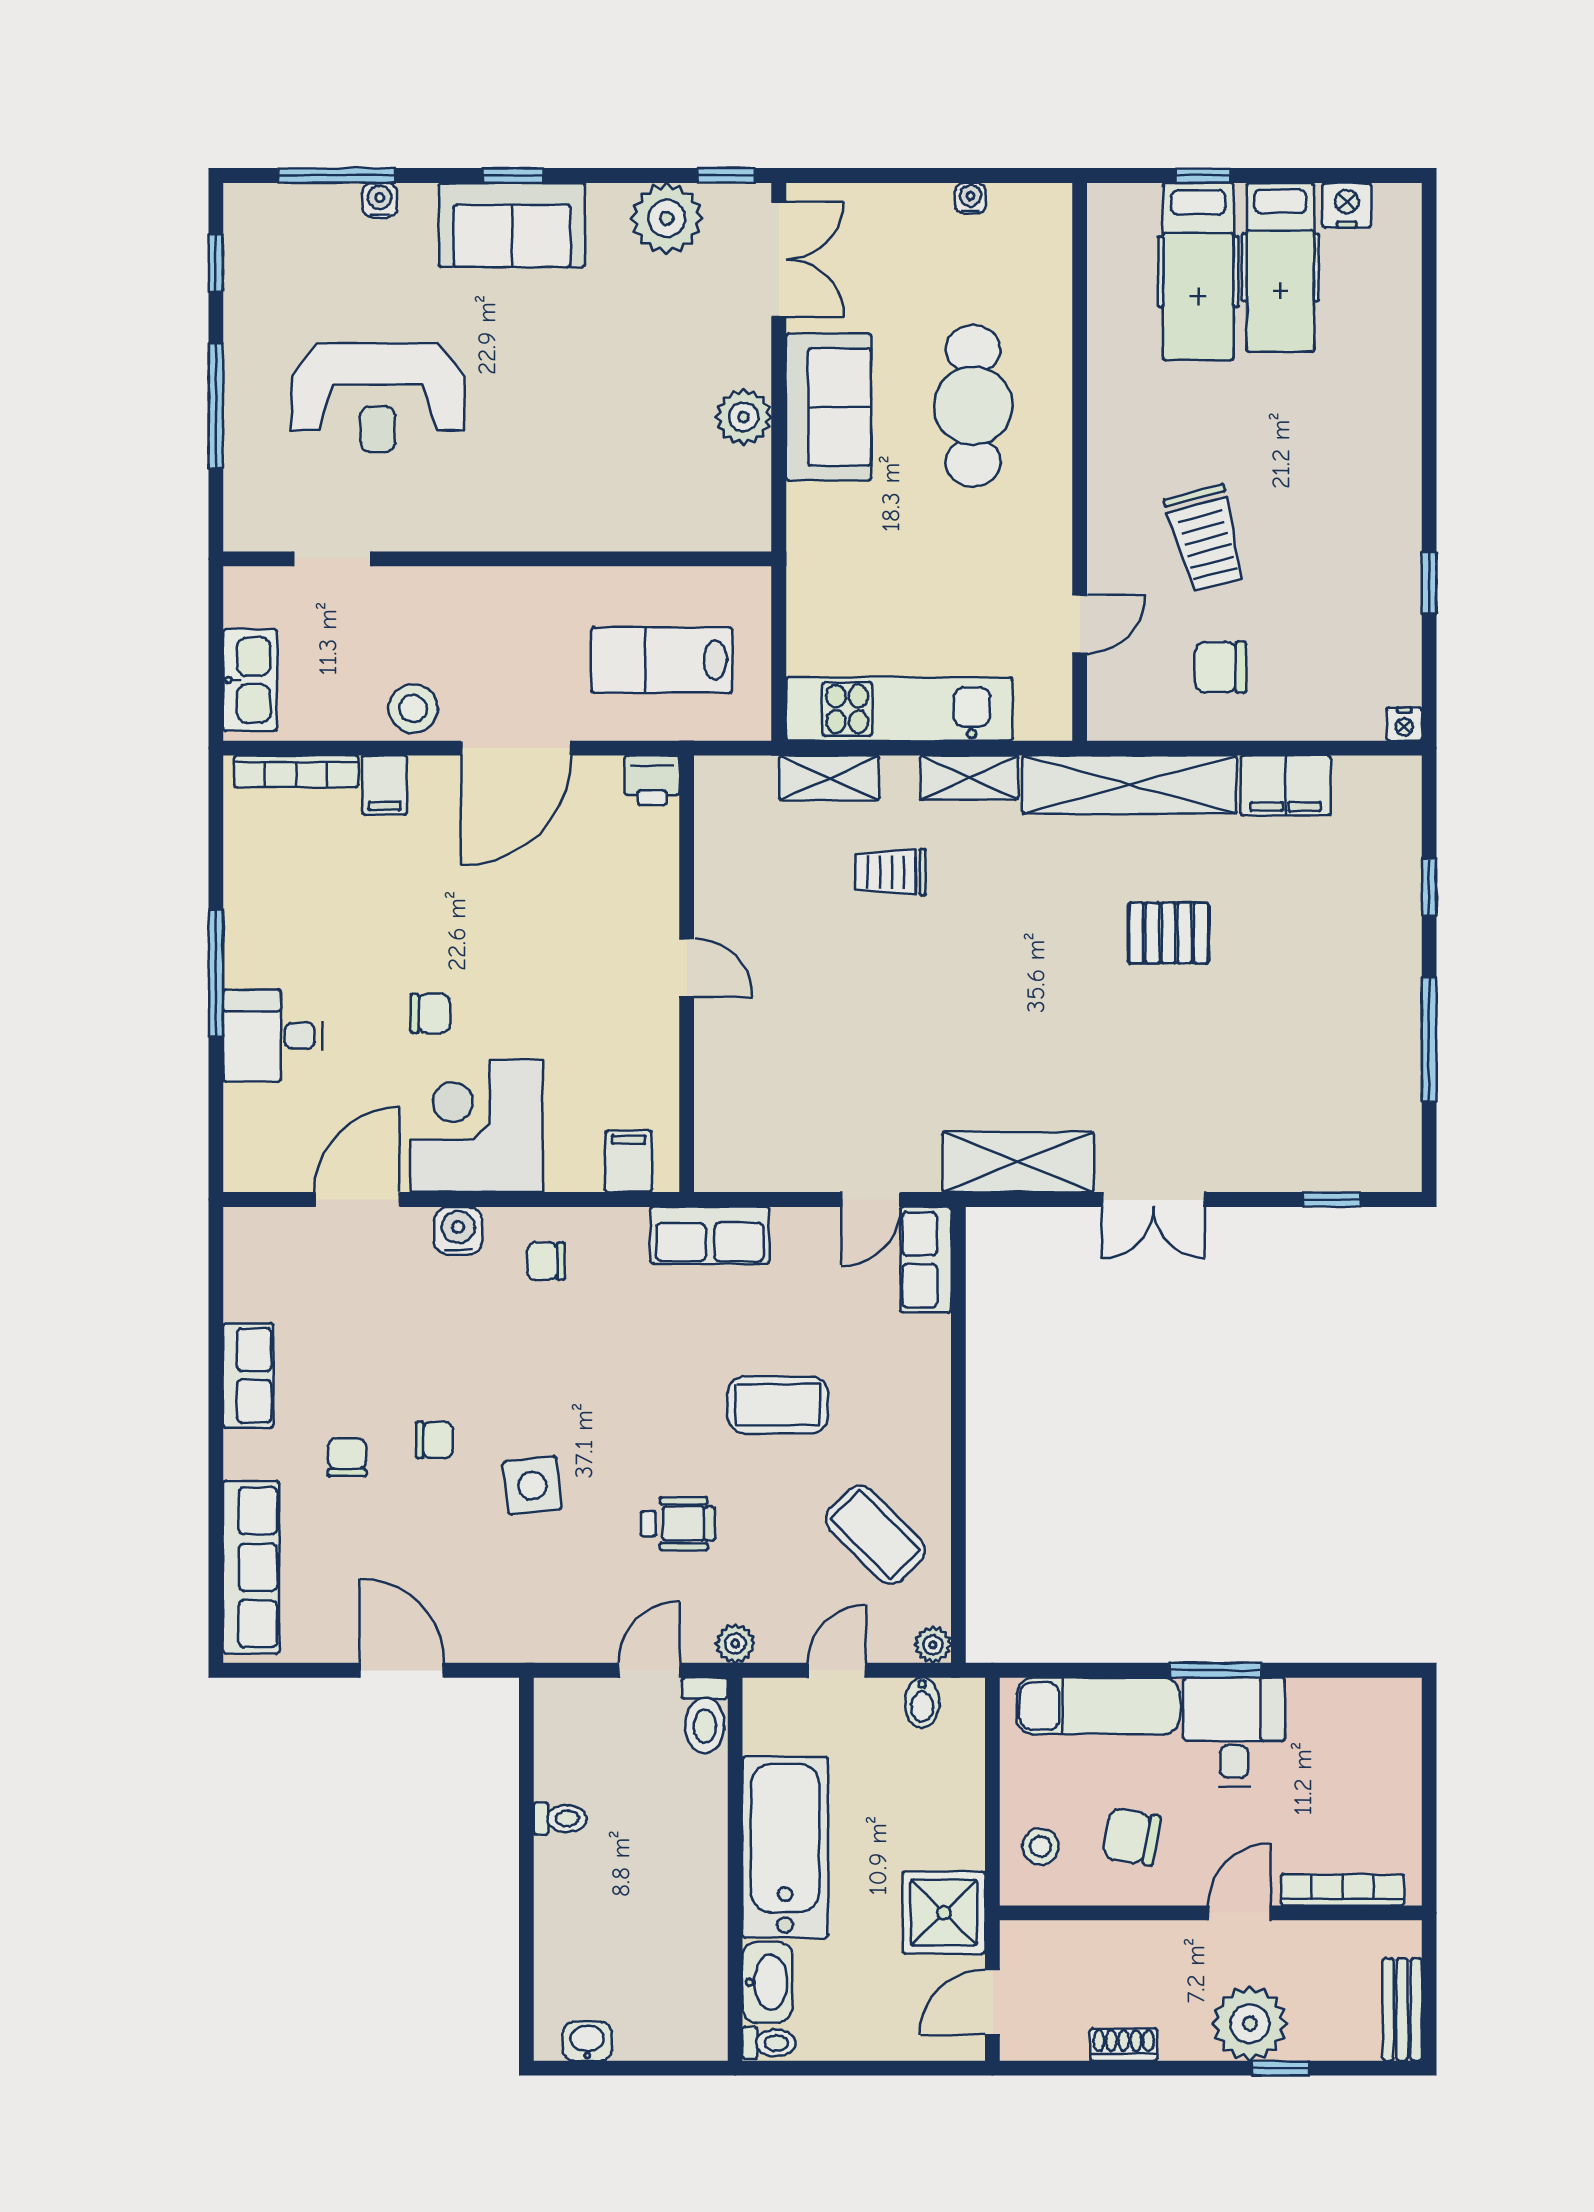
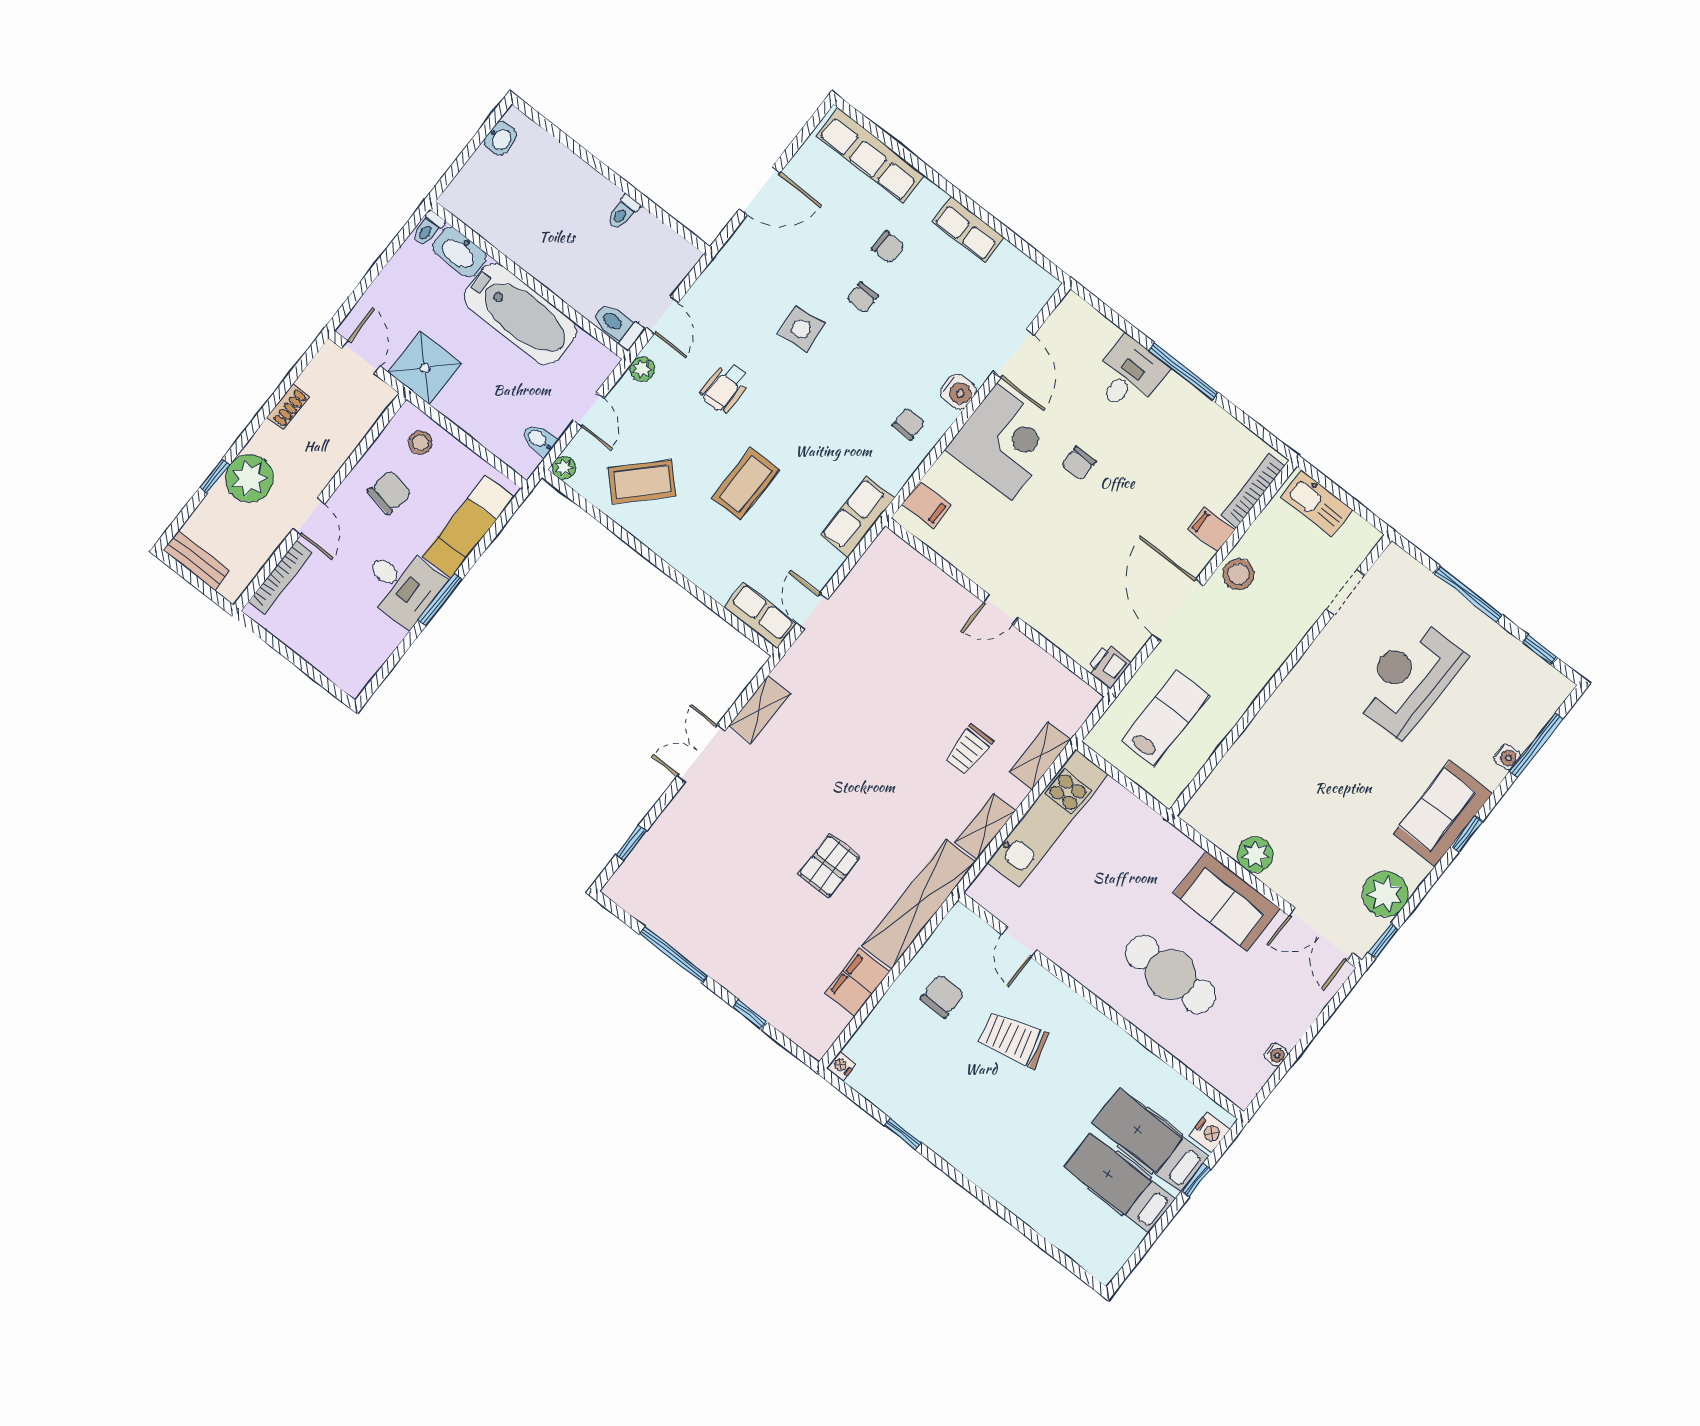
nightstand: (1347, 205) -> (1210, 1132), moved
trolley: (890, 872) -> (969, 750), turned 180
shelving: (1018, 1162) -> (759, 710), width x0.67, depth x0.75

